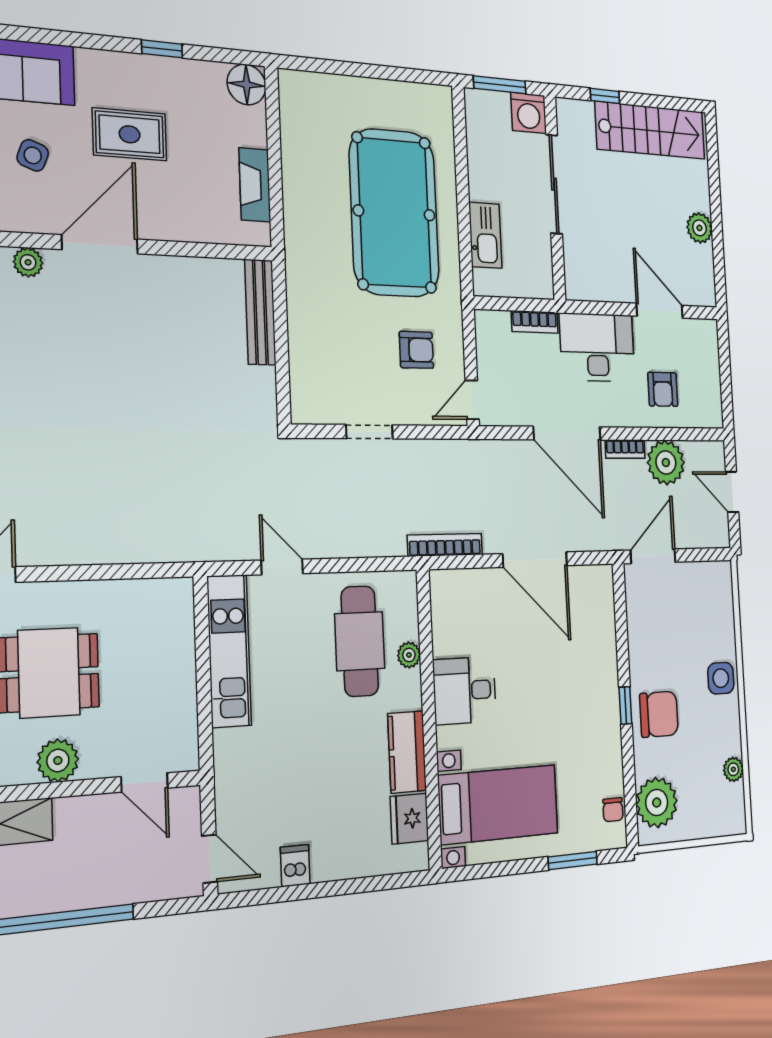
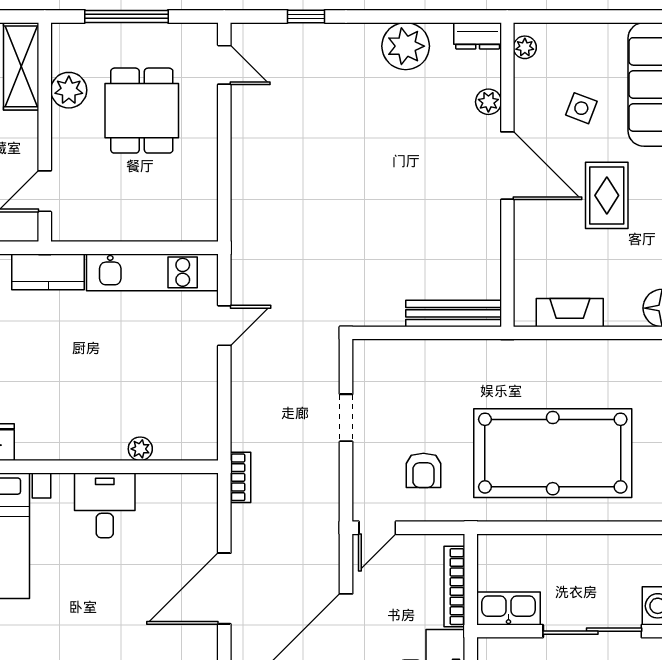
kitchen sink: (485, 235) -> (508, 608), moved, turned 180
bookcase: (535, 322) -> (454, 587), width x1.56
door: (472, 400) -> (377, 528), swing flipped
bookcase: (445, 545) -> (240, 477), width x0.64
cafe table: (360, 641) -> (155, 399), removed
kitchen counter: (407, 752) -> (48, 272), moved, turned 180
plant: (58, 761) -> (69, 90), moved

